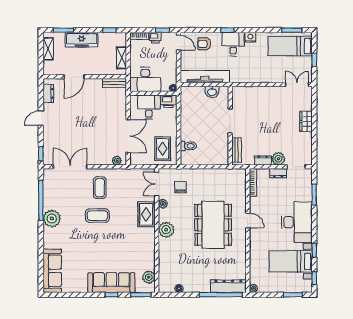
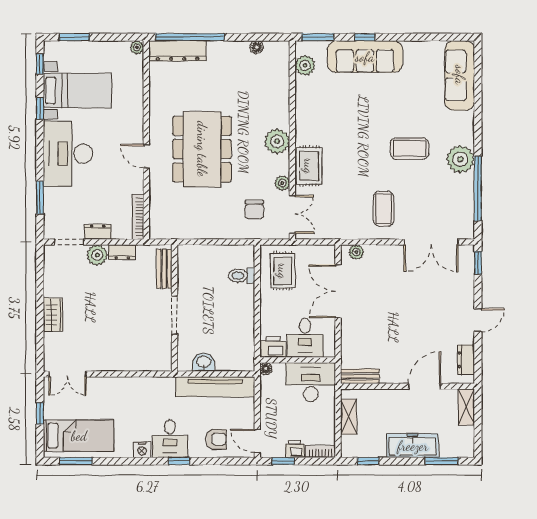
shelving: (48, 49) -> (466, 407), moved
coffee table: (97, 216) -> (409, 148), moved

